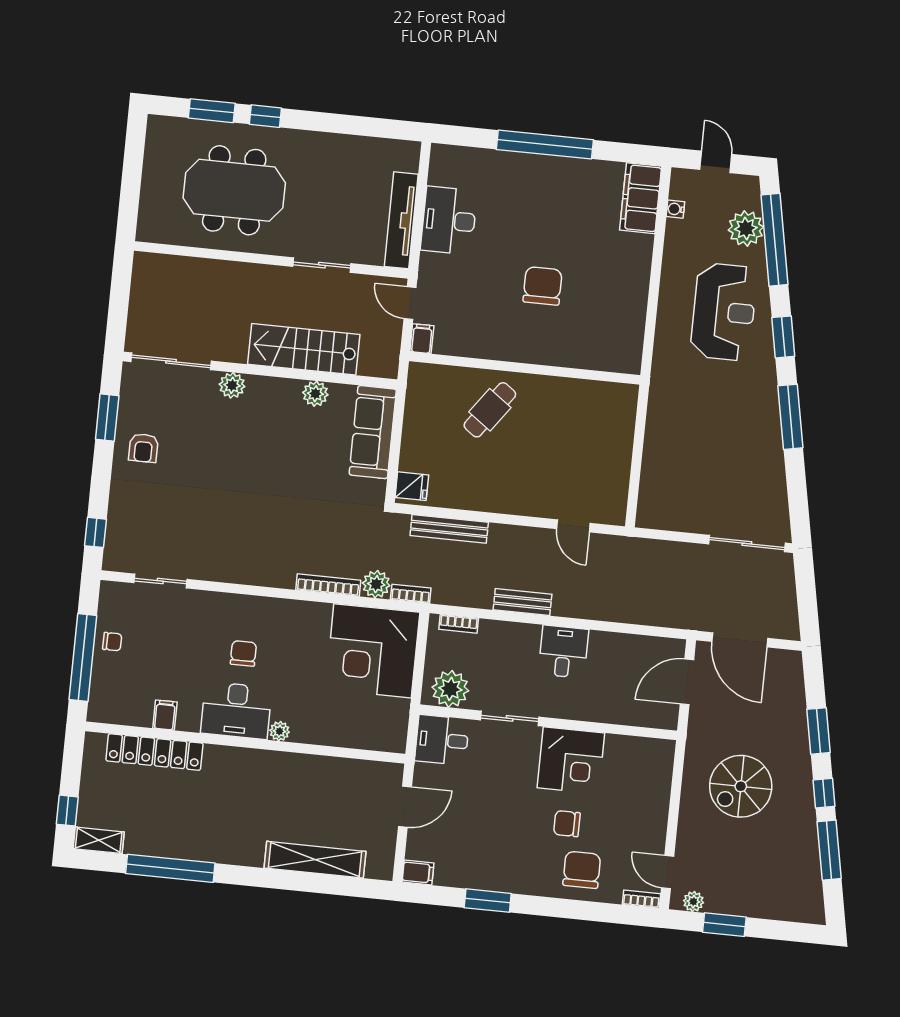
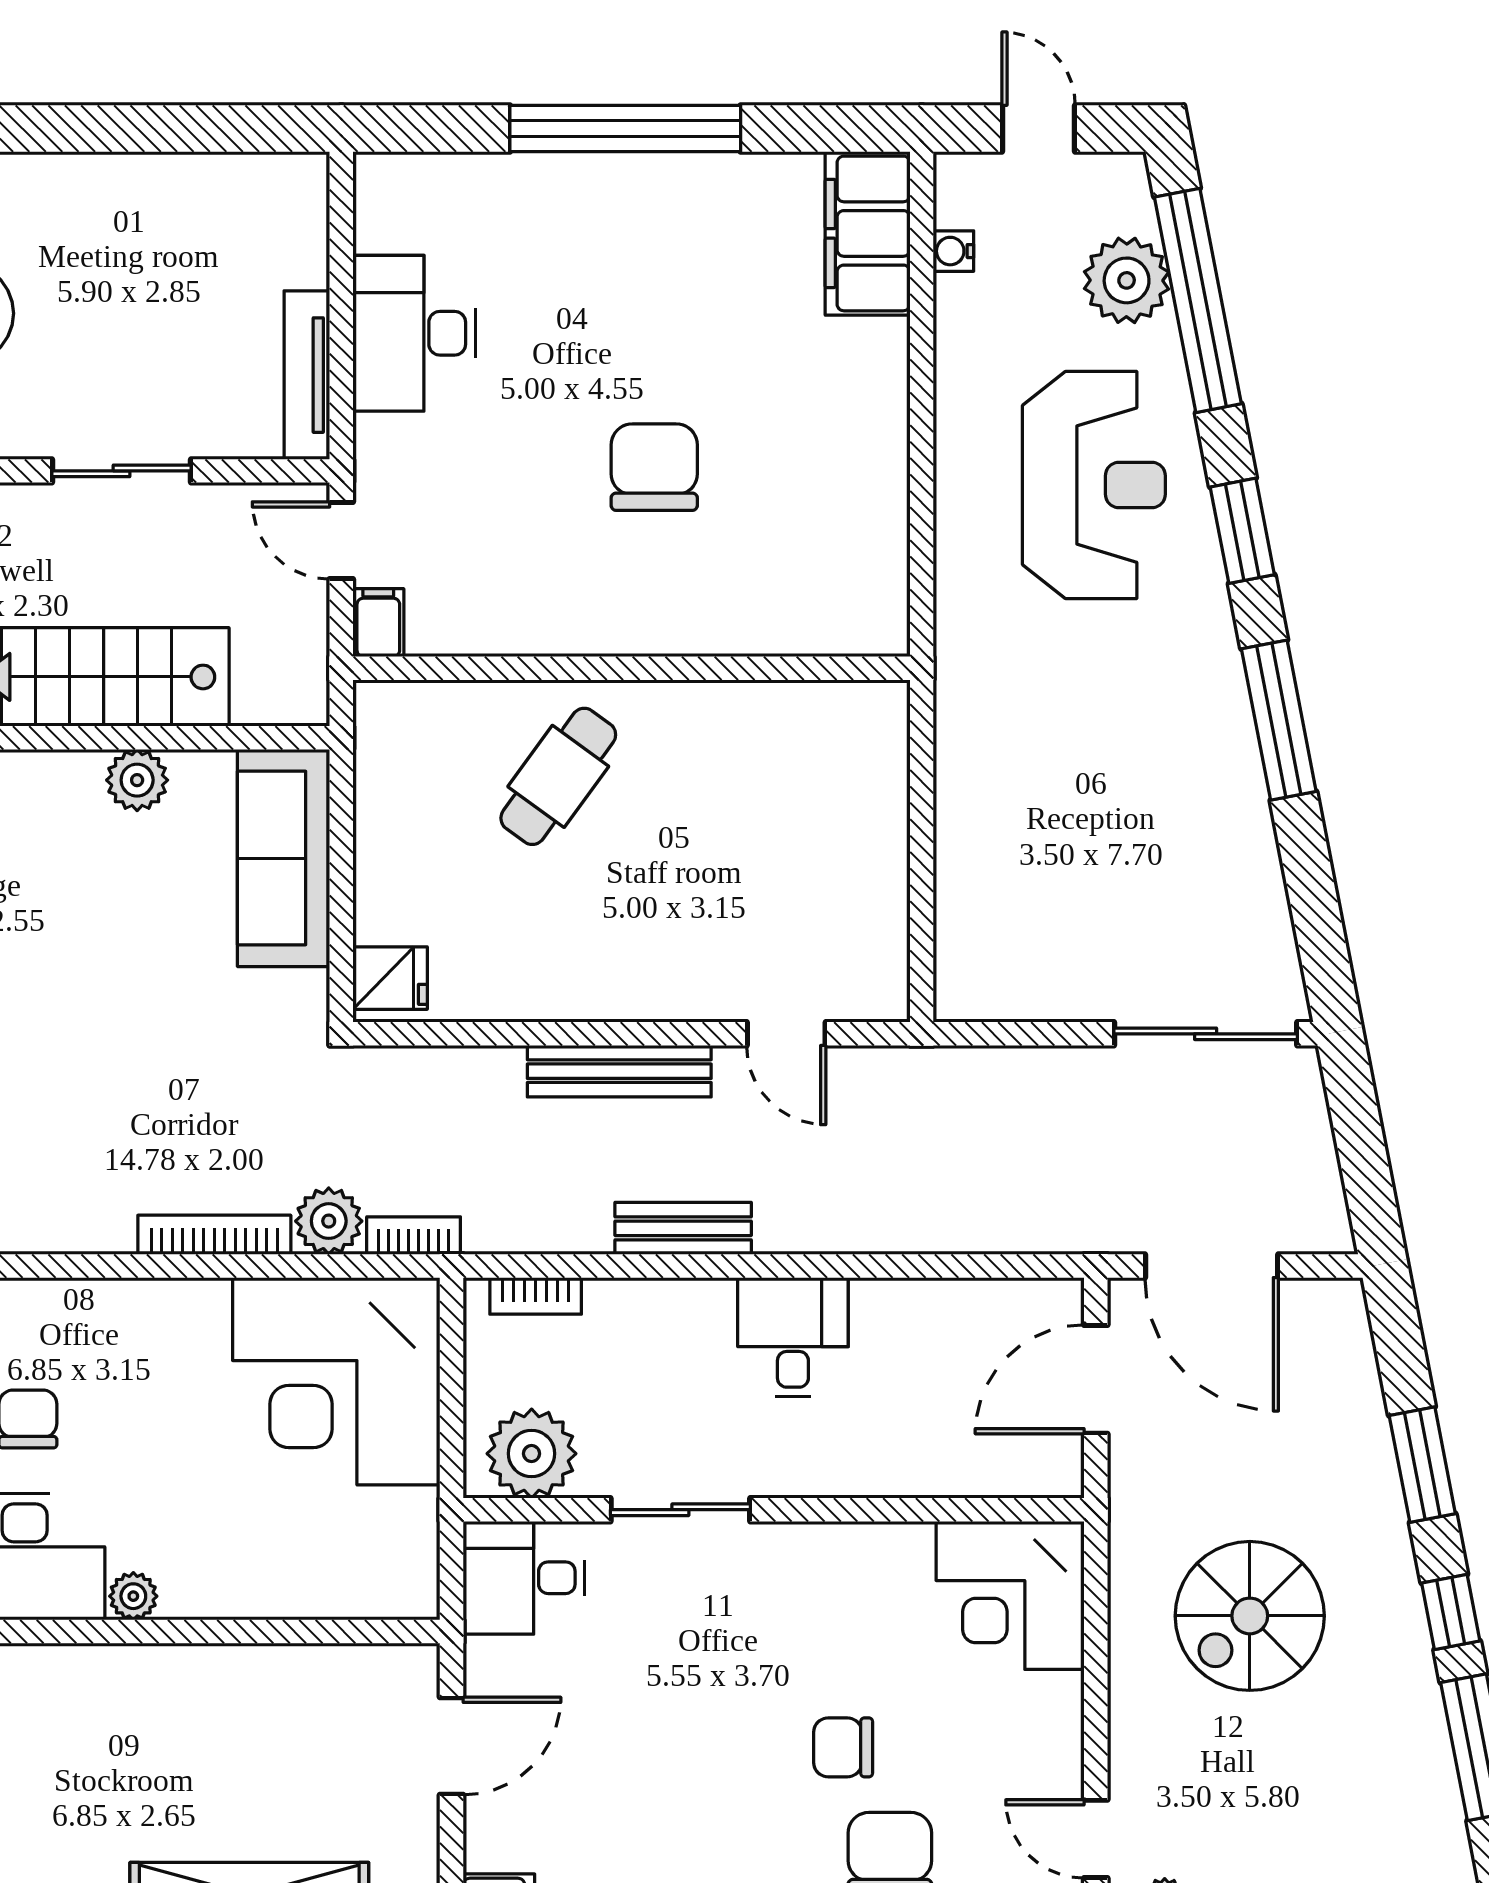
tv unit: (401, 220) -> (307, 375), width x0.73, depth x0.78
bench: (449, 529) -> (619, 1071), moved
corner desk: (571, 760) -> (1010, 1595), moved, turned 90

